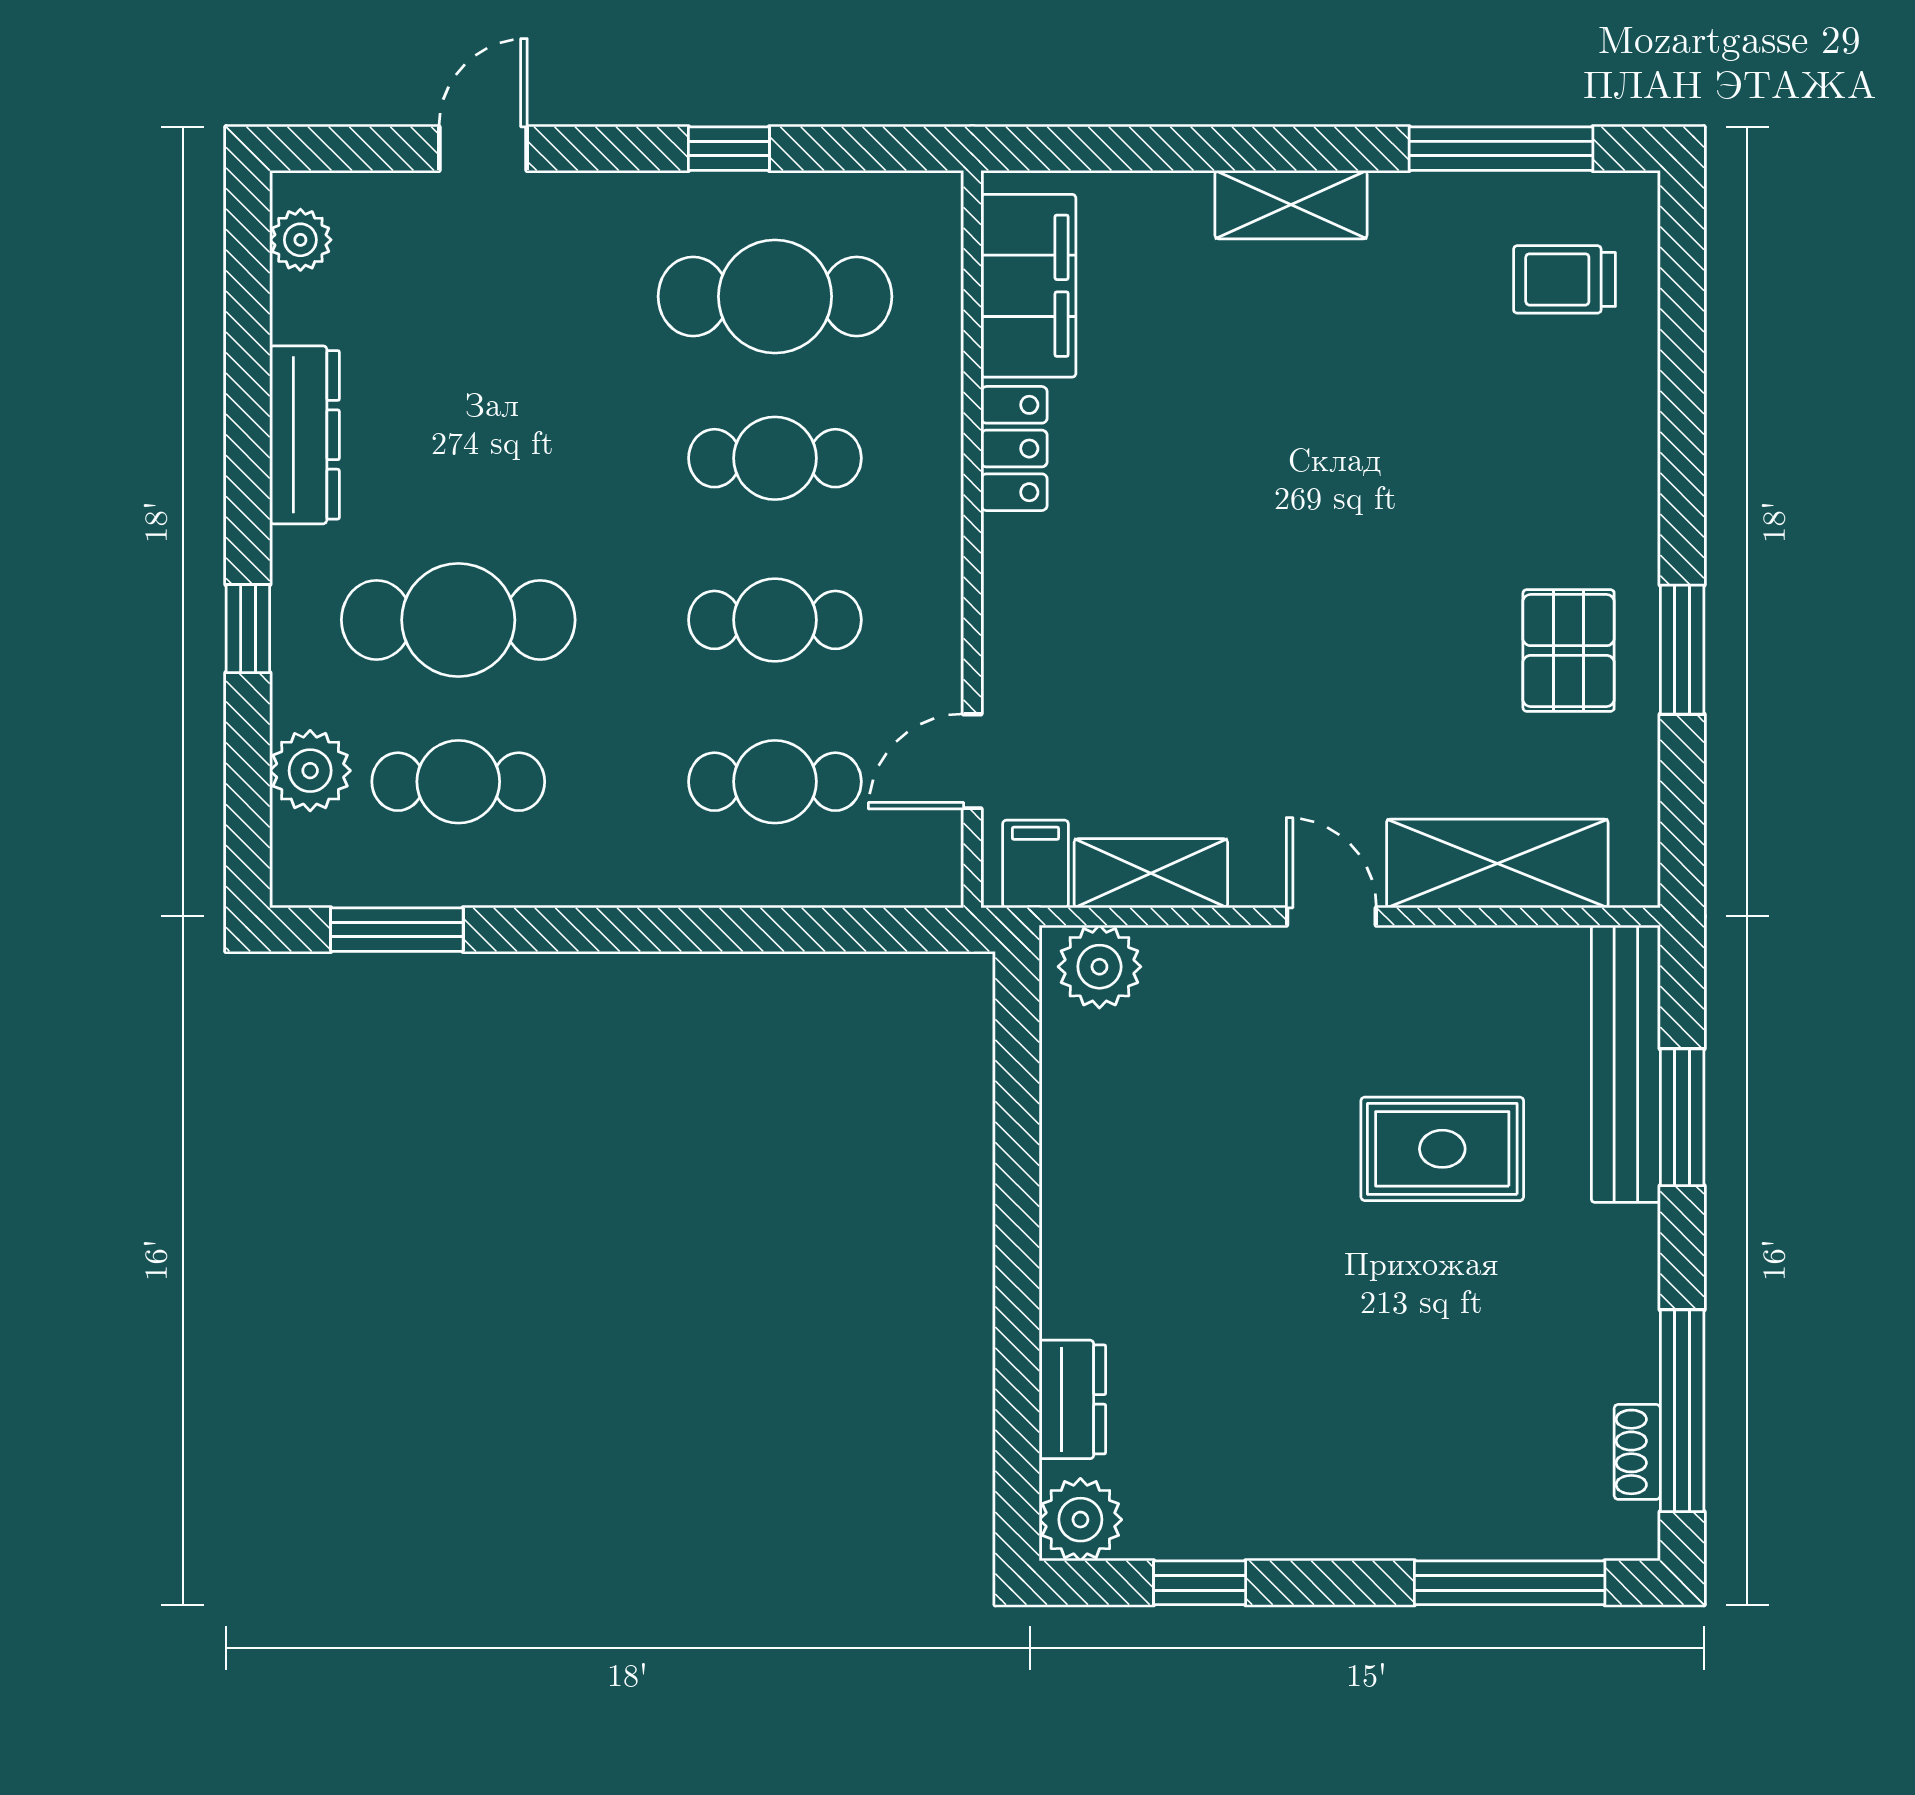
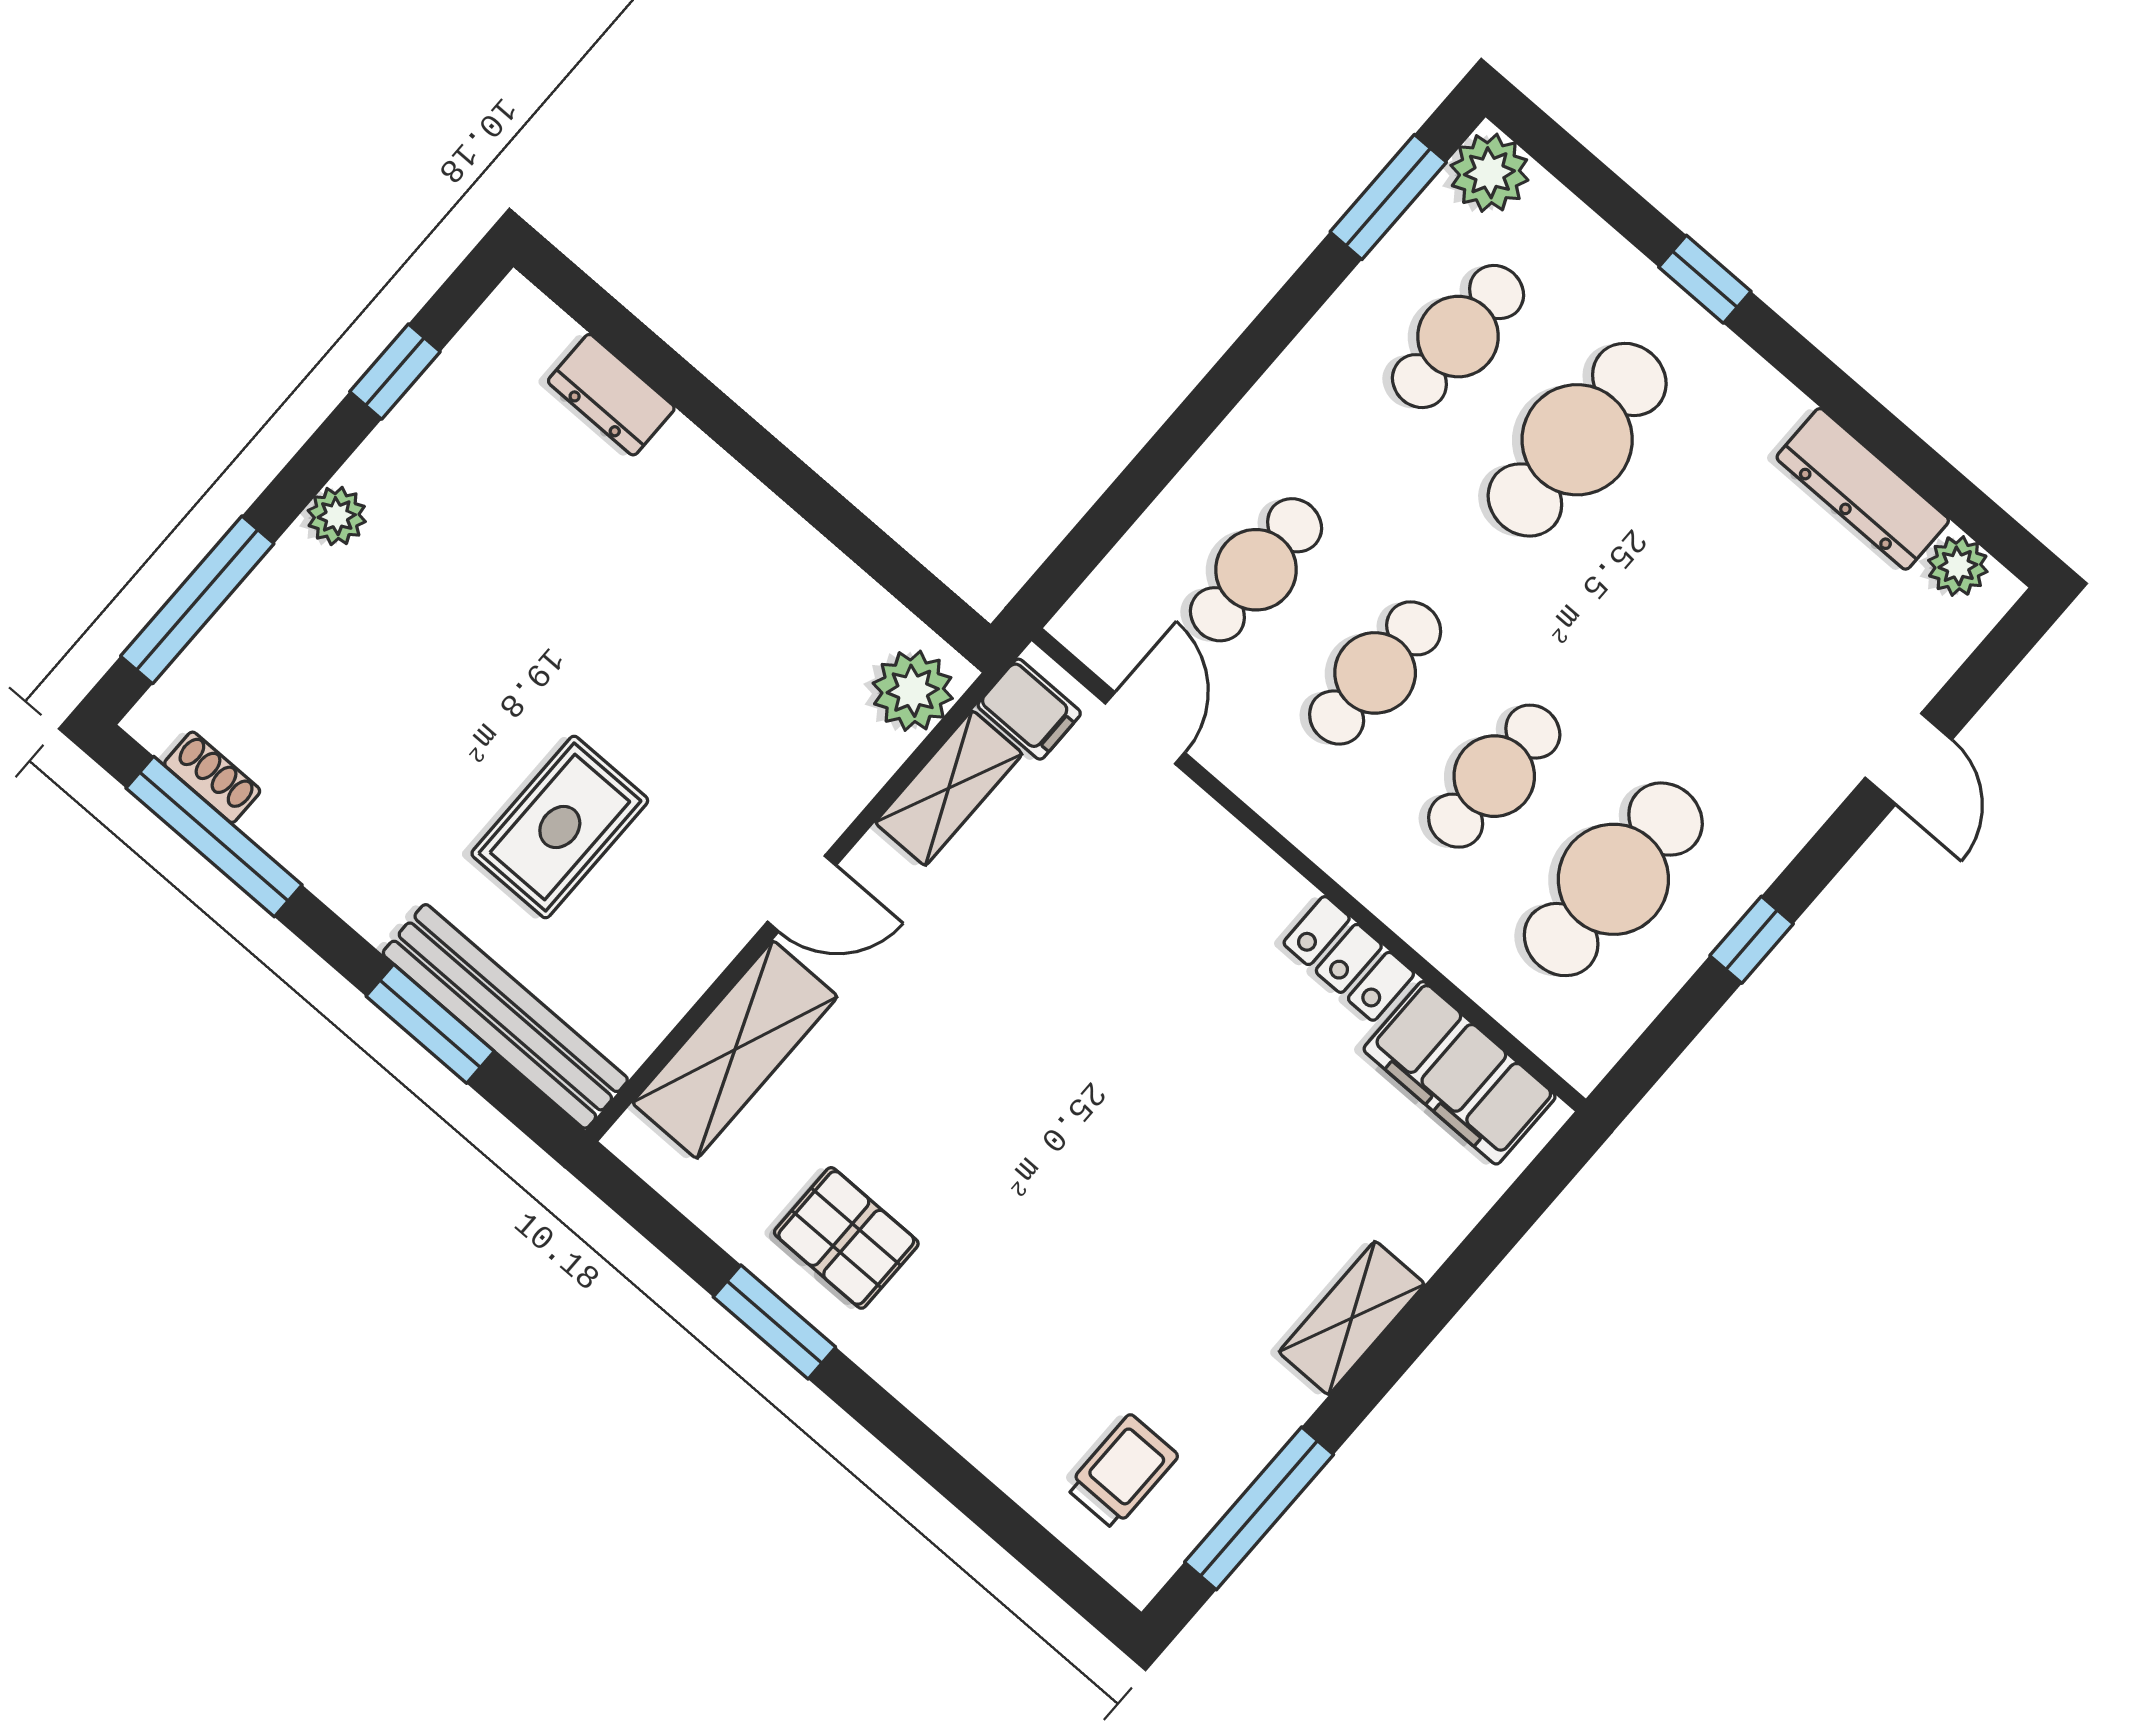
dresser: (305, 435) -> (1863, 489), moved
plant: (310, 771) -> (1489, 173), moved
plant: (1080, 1520) -> (337, 516), moved, width x0.73, depth x0.73

